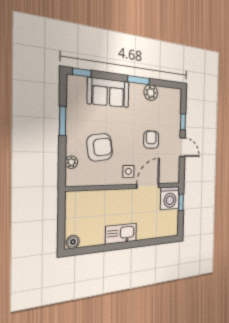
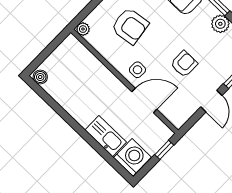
plant: (71, 162) -> (83, 29), moved
washing machine: (170, 198) -> (132, 157), moved, turned 180
kitchen sink: (121, 234) -> (106, 136), moved

